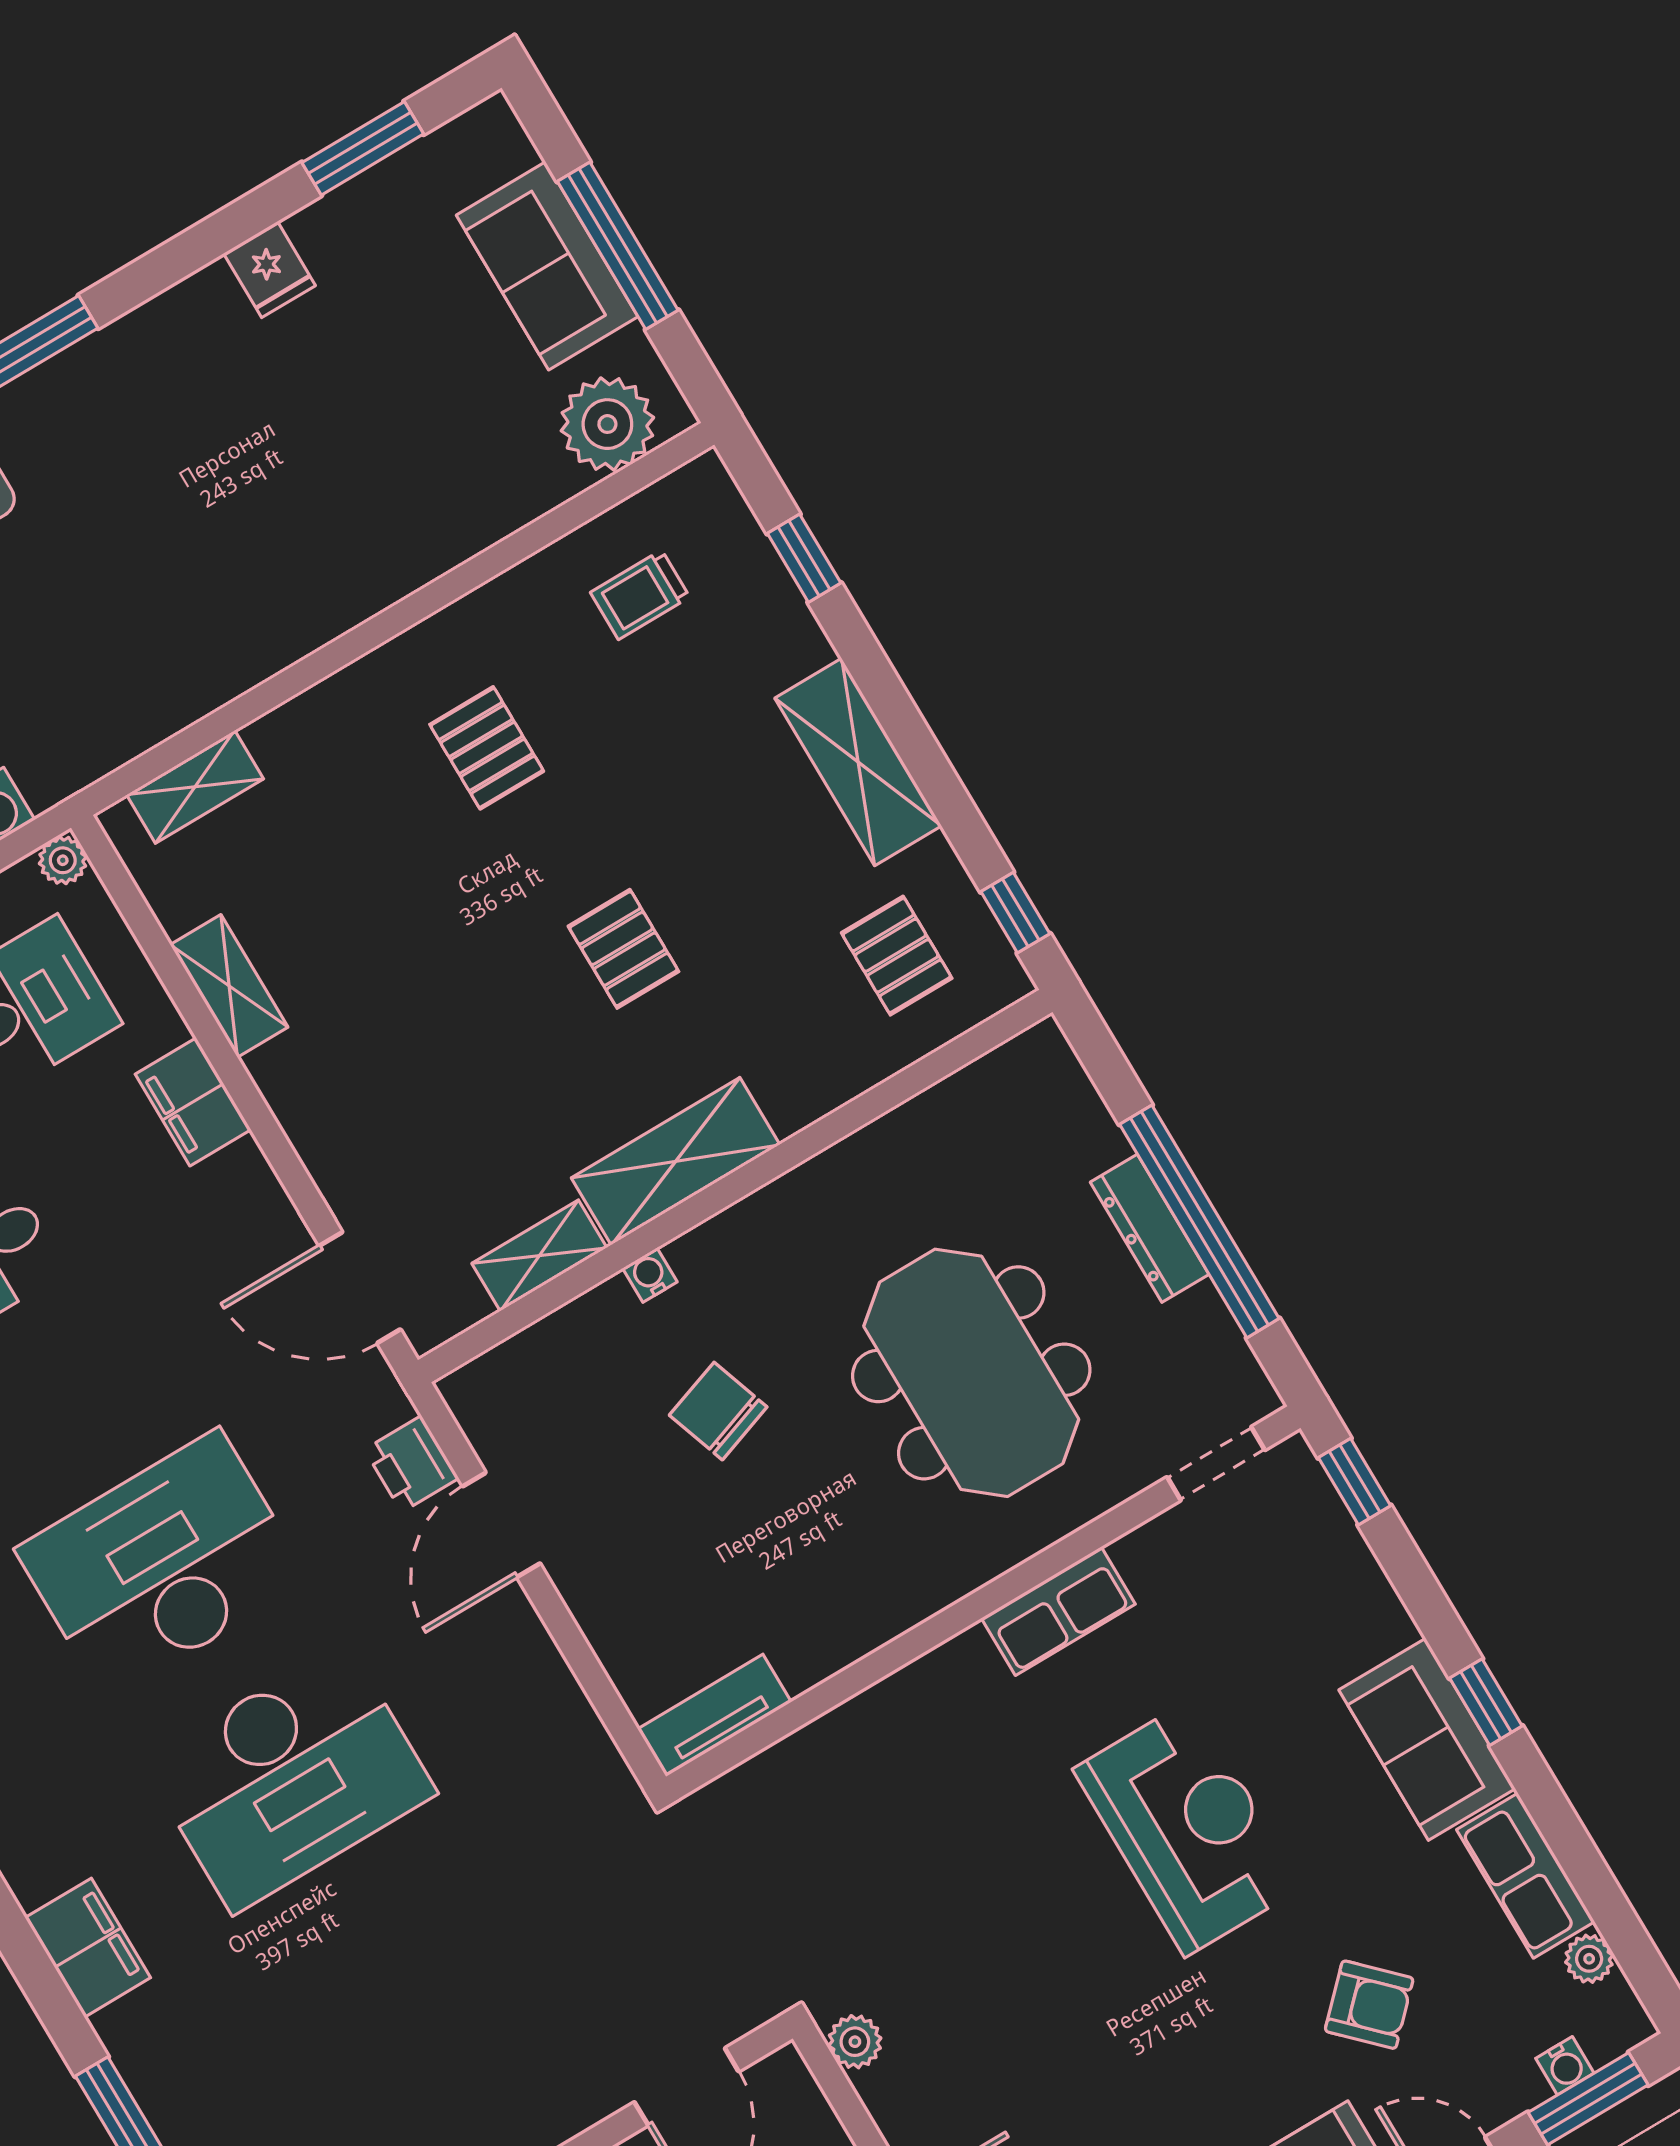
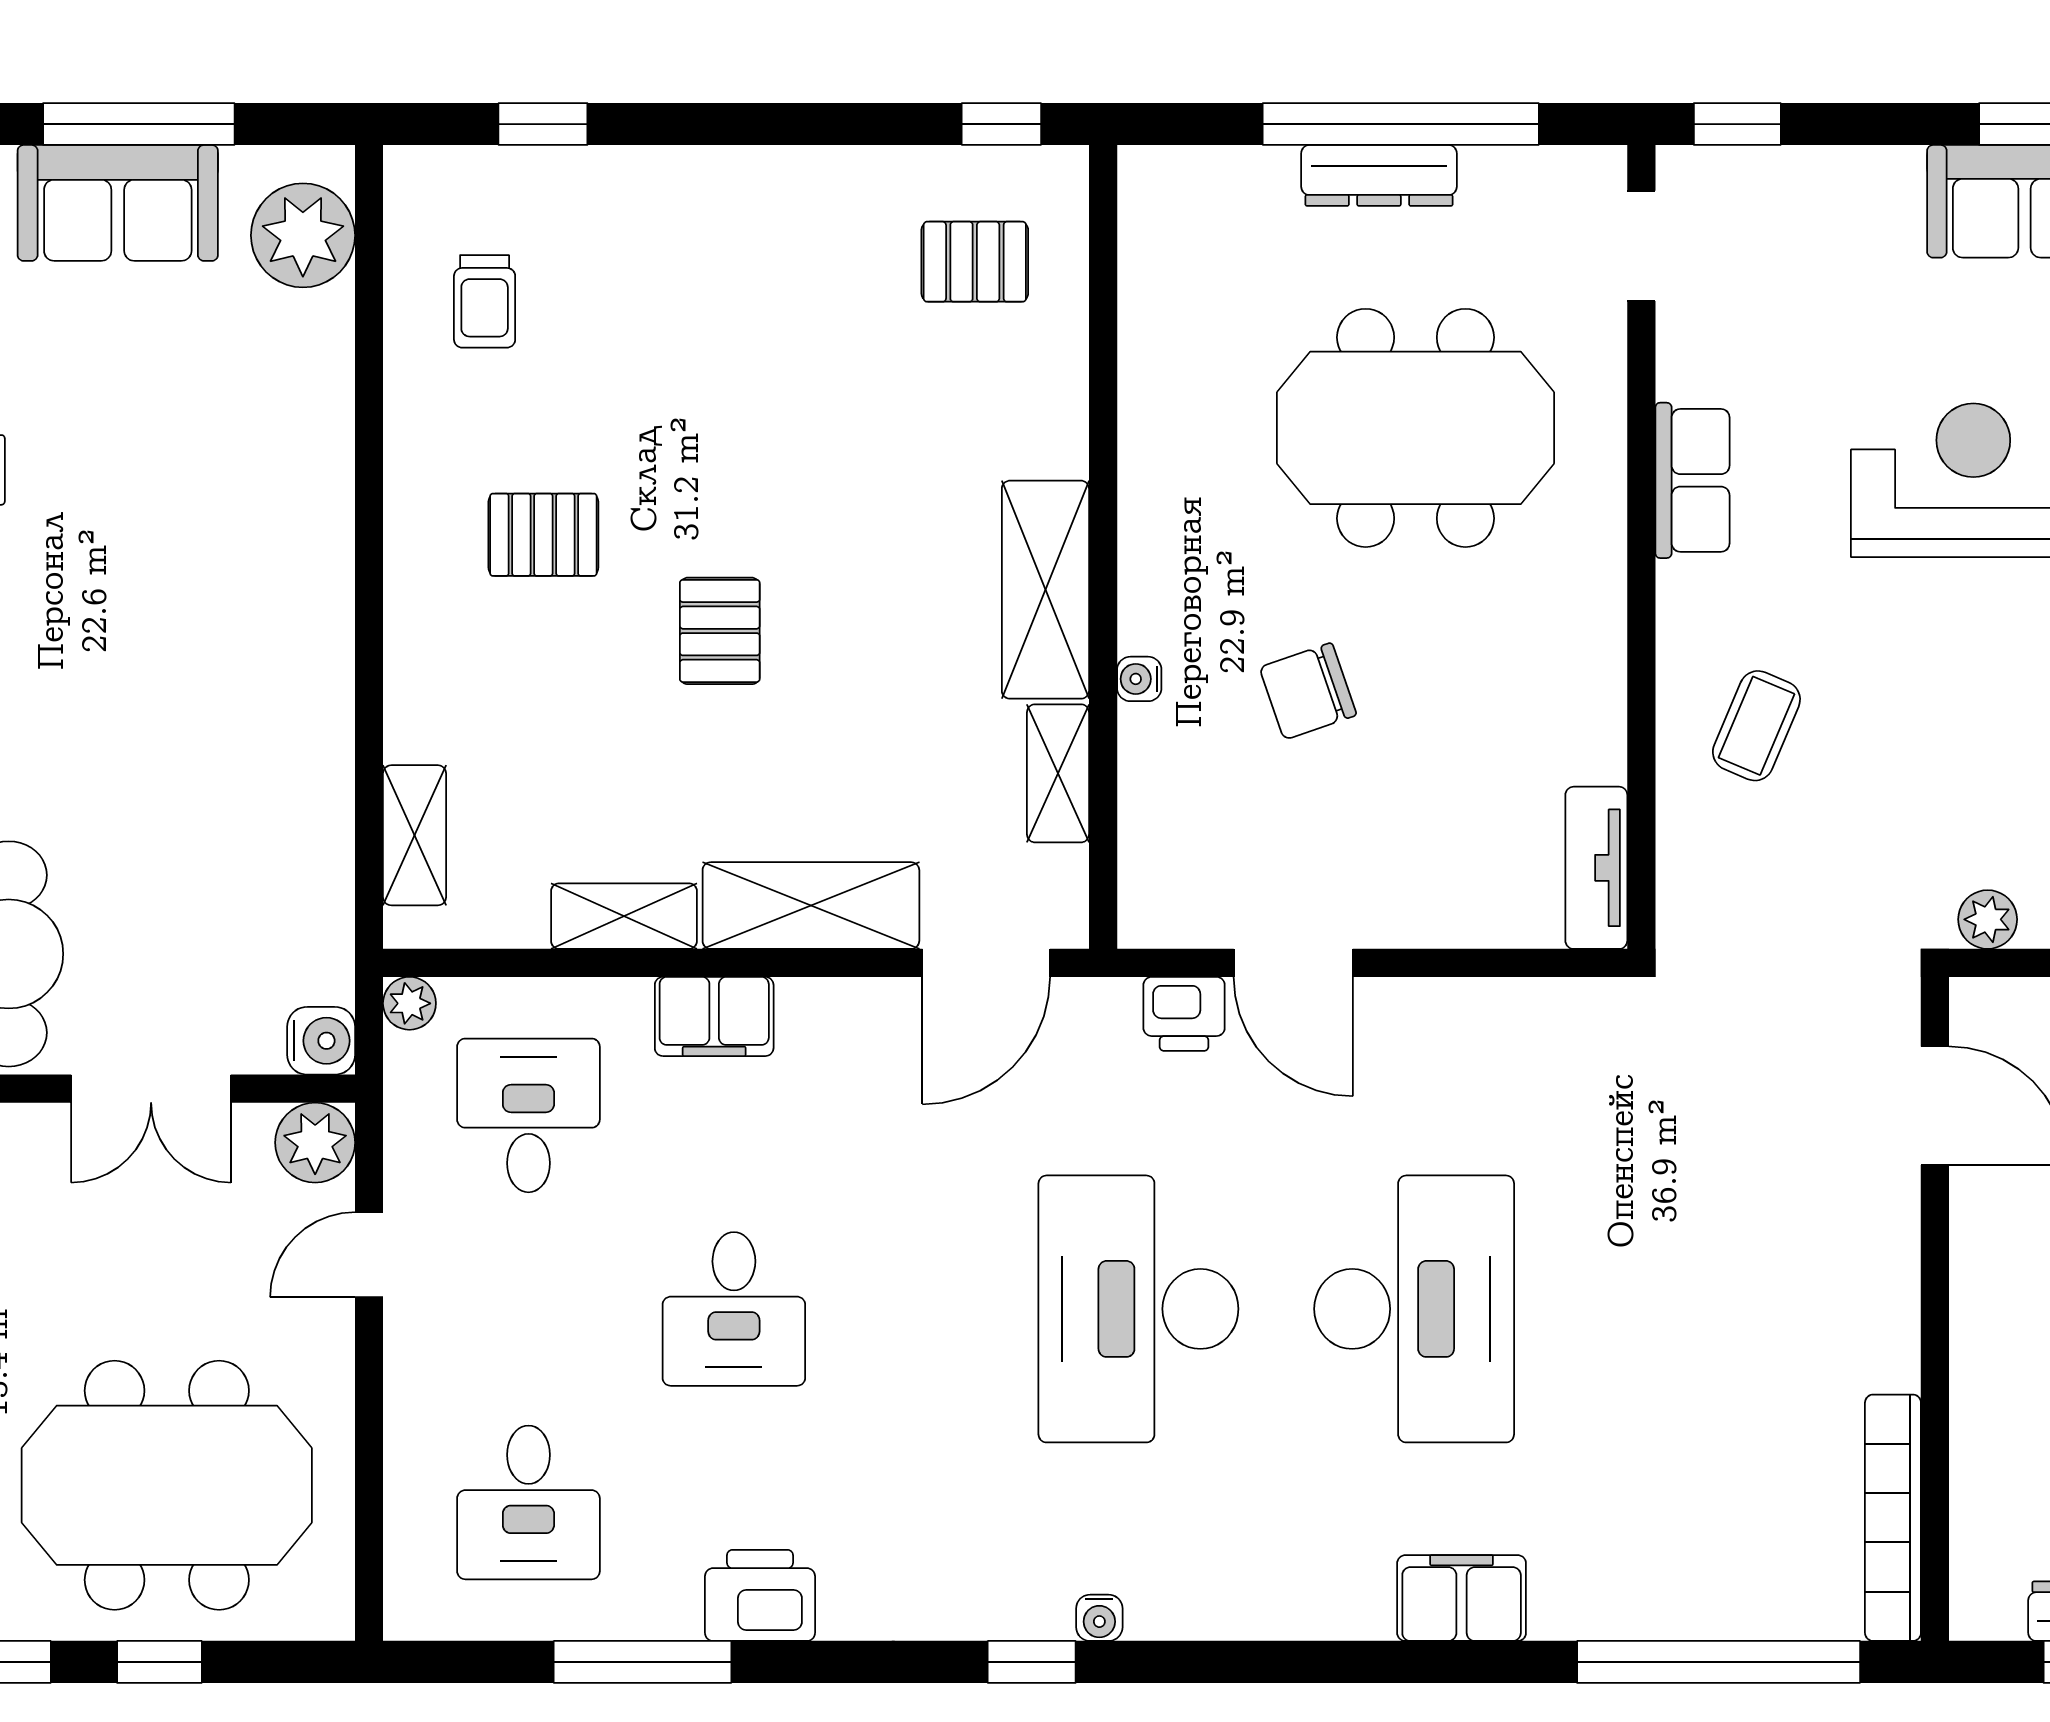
shelving: (858, 762) -> (811, 906), moved
pallet: (623, 949) -> (720, 631), moved, turned 90
coffee table: (898, 1774) -> (1756, 726), added

